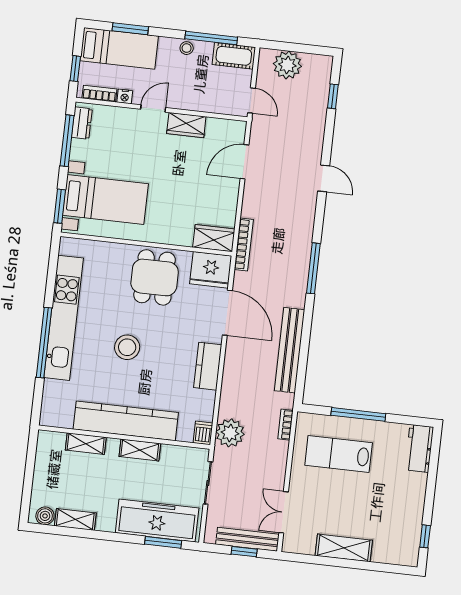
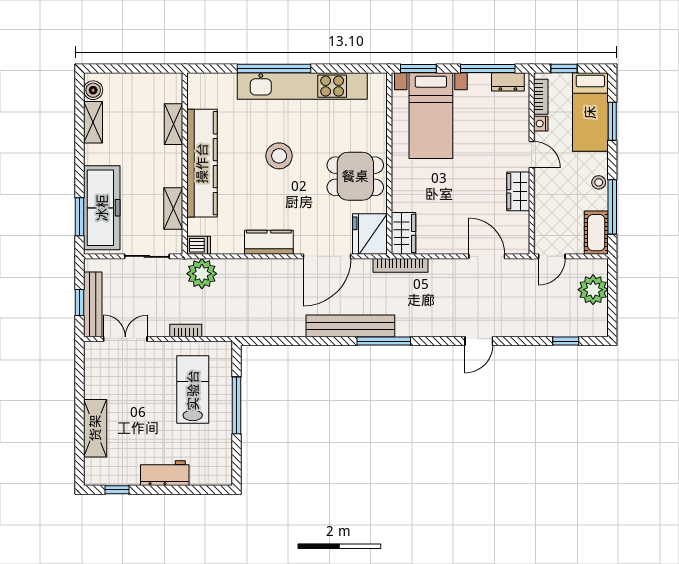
bench: (290, 350) -> (350, 326), moved
bookcase: (286, 425) -> (186, 331), moved
workbench: (419, 448) -> (165, 473), moved
shelving: (140, 450) -> (173, 208), moved
shelving: (344, 548) -> (95, 428), moved

